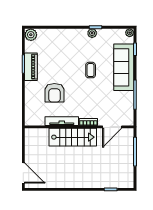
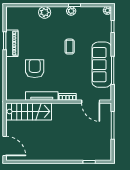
plant: (31, 35) -> (45, 12), moved
sofa: (124, 67) -> (102, 65), moved
armchair: (54, 93) -> (35, 69), turned 180
door: (112, 127) -> (91, 102), hinge flipped
stairs: (73, 137) -> (29, 111), moved

